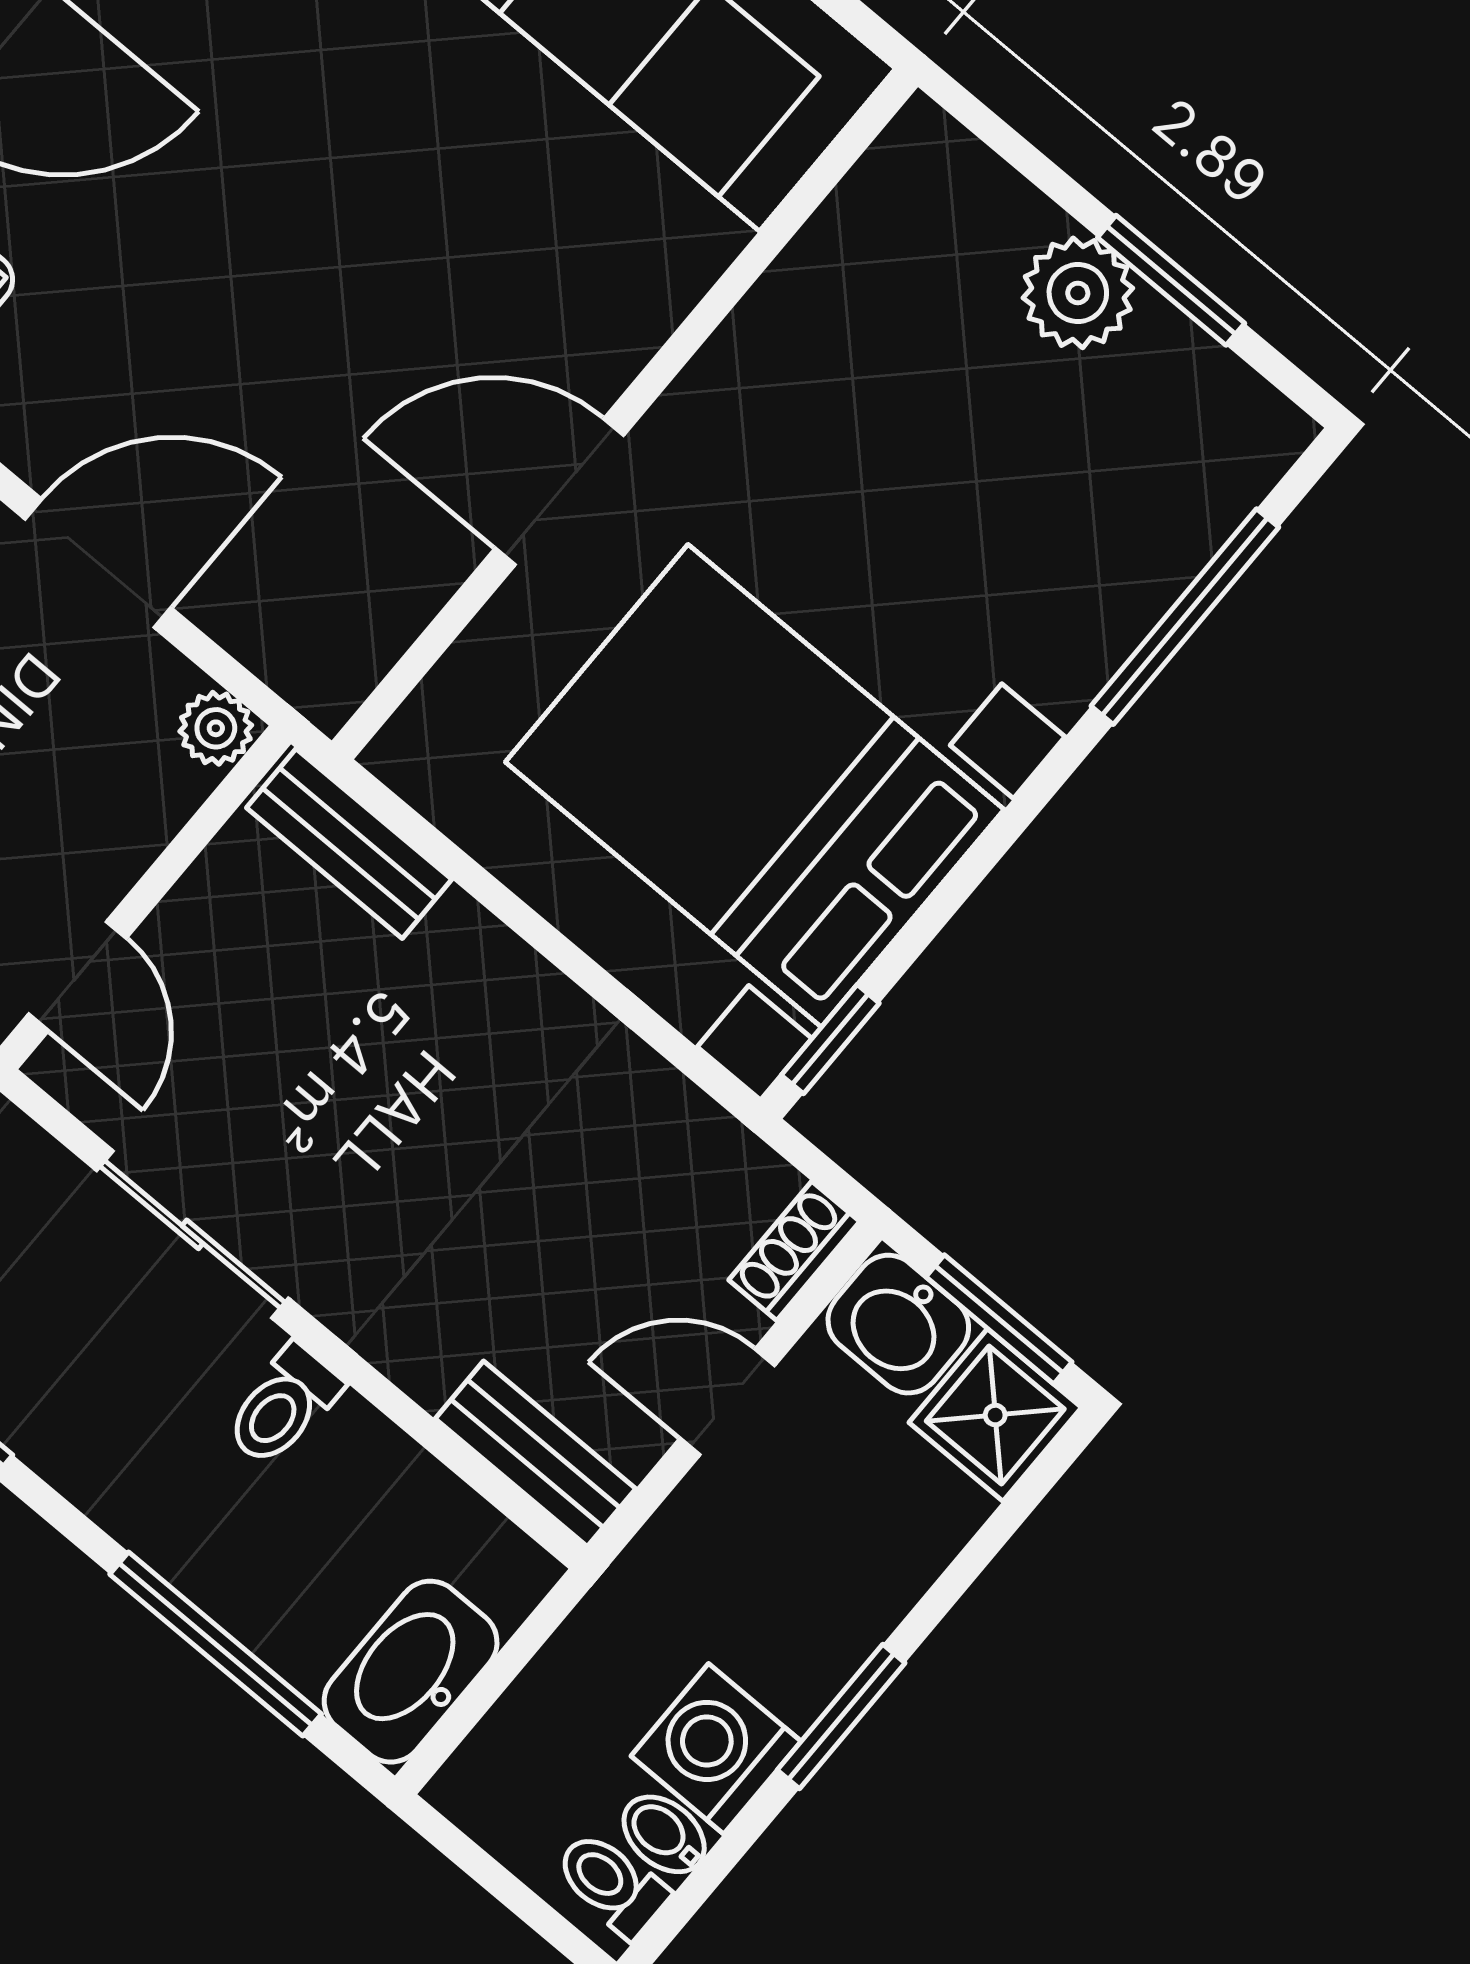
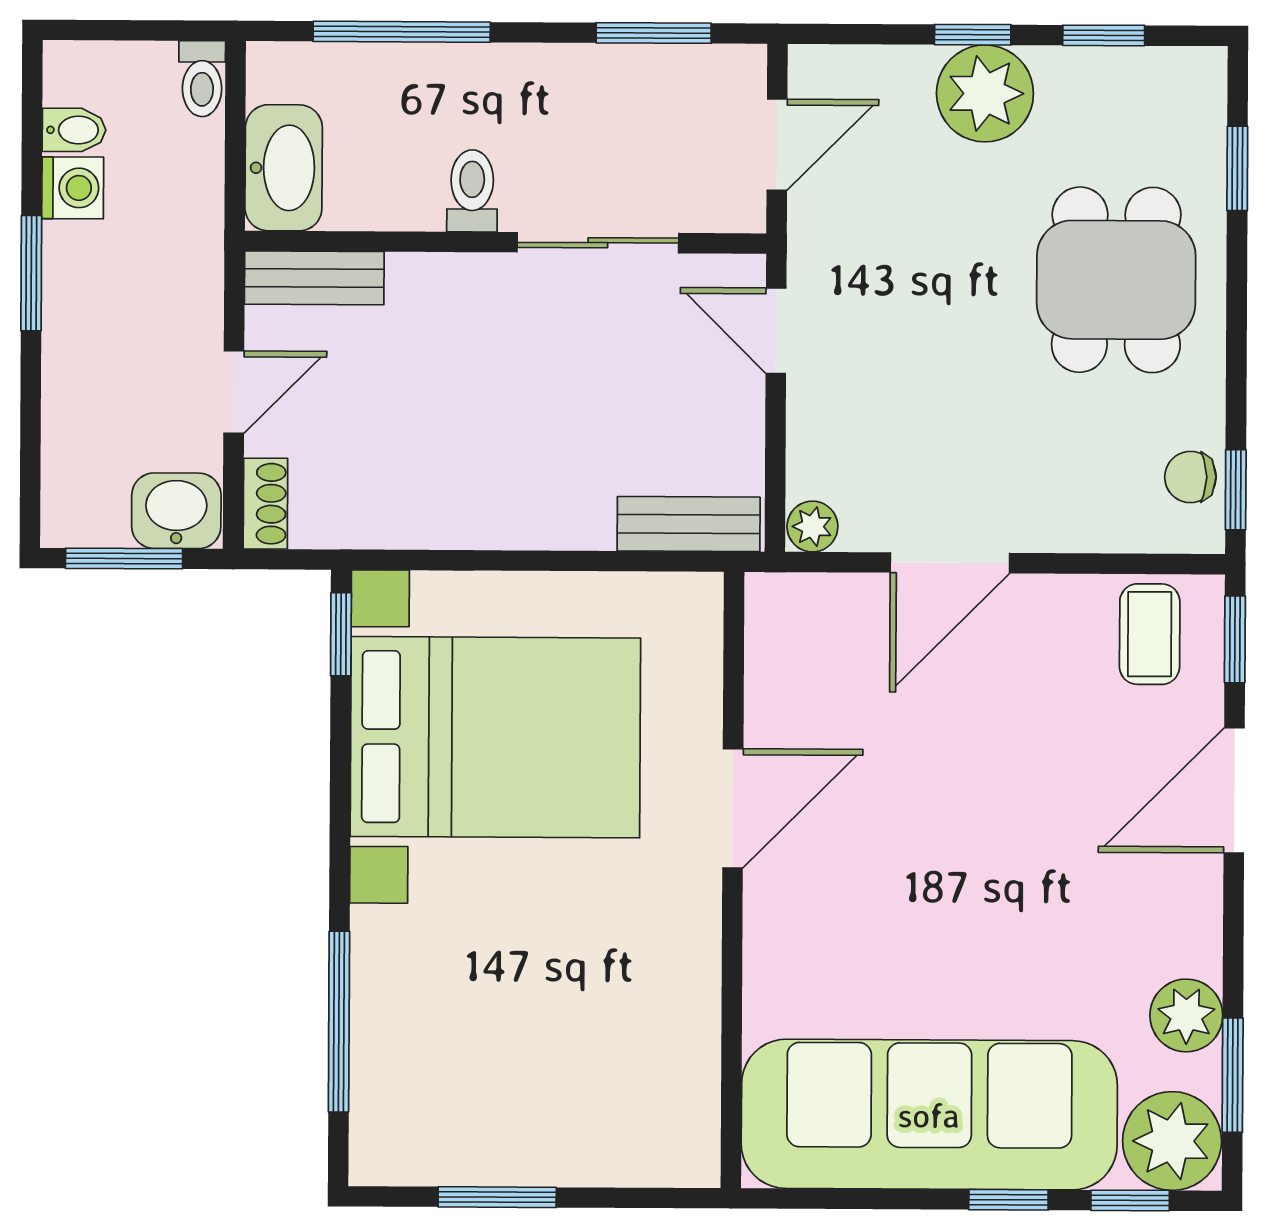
plant: (1078, 293) -> (542, 1148), removed
shower: (995, 1415) -> (83, 505), removed
washbasin: (411, 1672) -> (284, 168), moved
washing machine: (716, 1749) -> (73, 188), width x0.73, depth x0.73
toilet: (611, 1884) -> (202, 79), moved, turned 90

